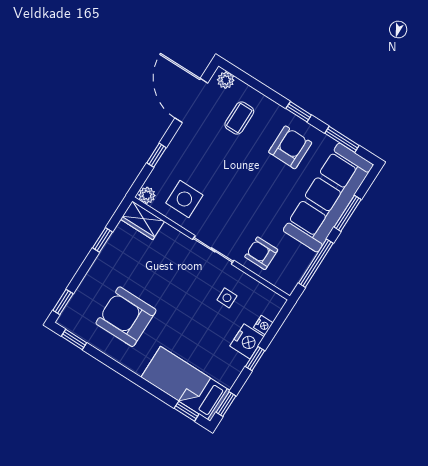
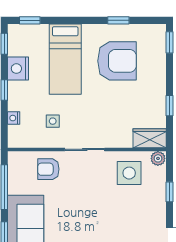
armchair: (261, 253) -> (48, 169), turned 180
window: (74, 340) -> (118, 20), moved
nightstand: (247, 341) -> (18, 69), moved
bed: (185, 384) -> (65, 59), moved, turned 90

